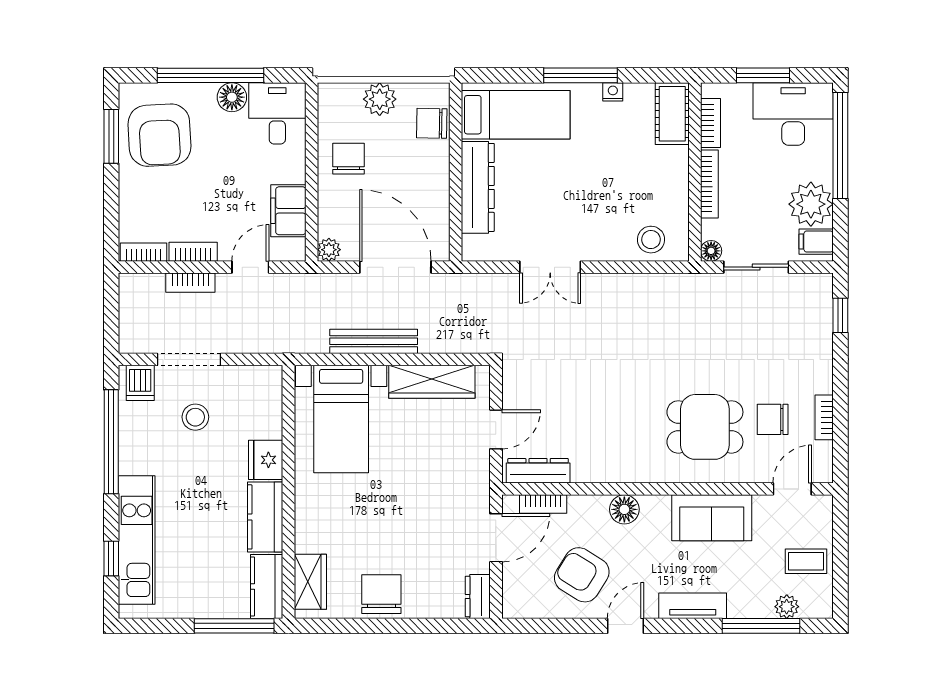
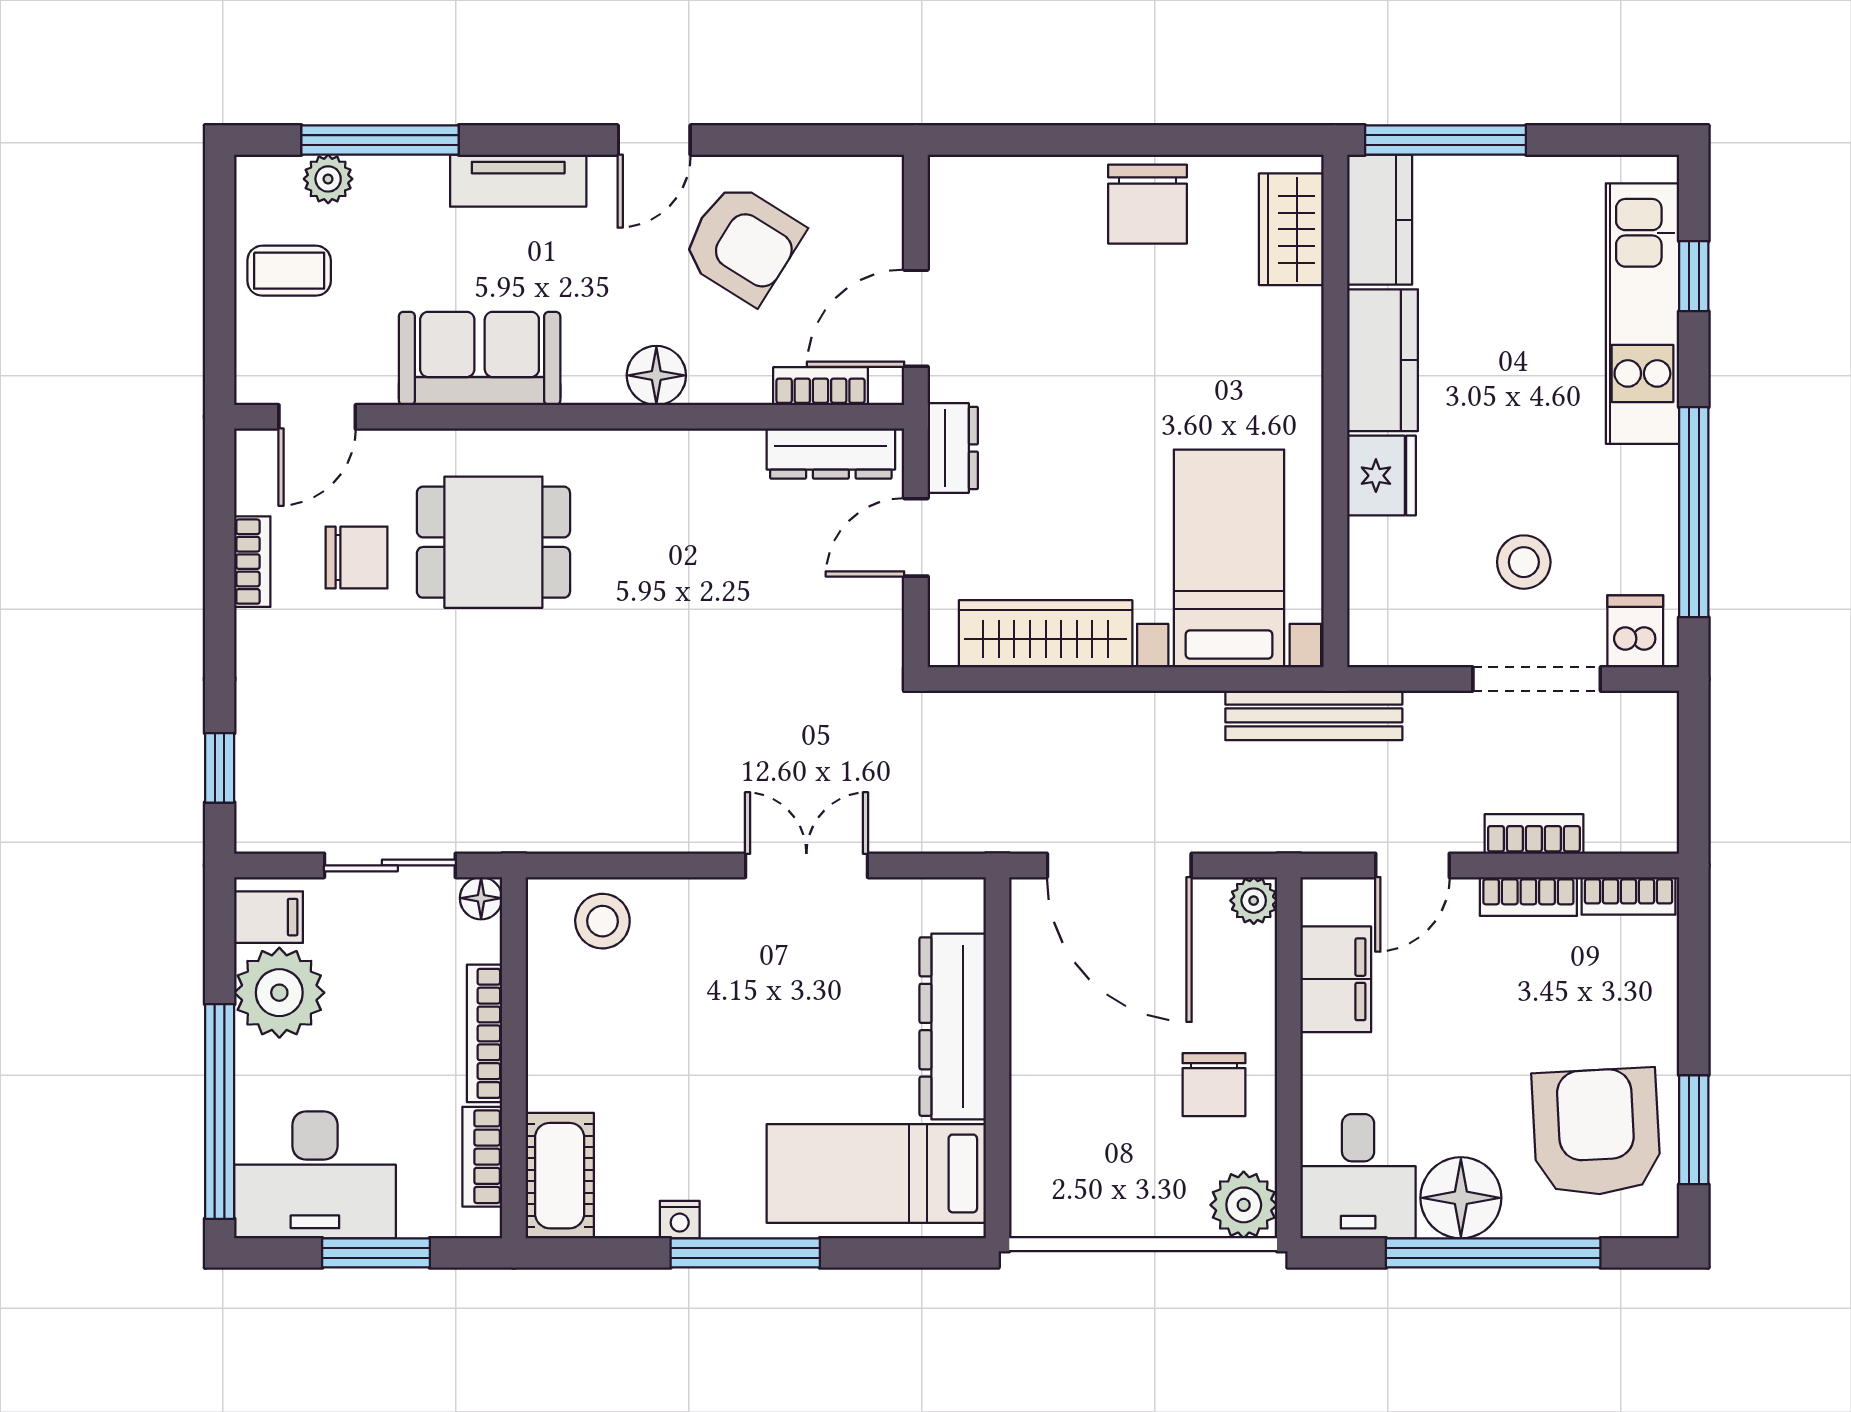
floor lamp: (232, 97) -> (1461, 1198), width x1.38, depth x1.38
plant: (380, 99) -> (1244, 1205), moved
chair: (432, 123) -> (1046, 1156), removed
bench: (374, 341) -> (1314, 715), moved
dresser: (478, 597) -> (953, 448), moved

